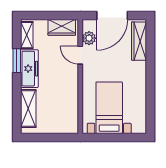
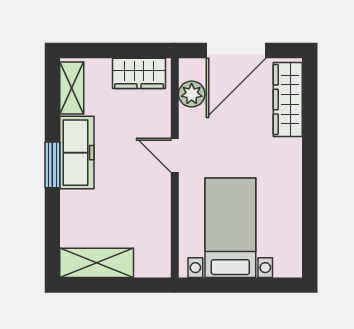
door: (80, 55) -> (175, 155), moved
window: (17, 61) -> (52, 165), moved
shelving: (28, 109) -> (97, 263), moved, turned 90

